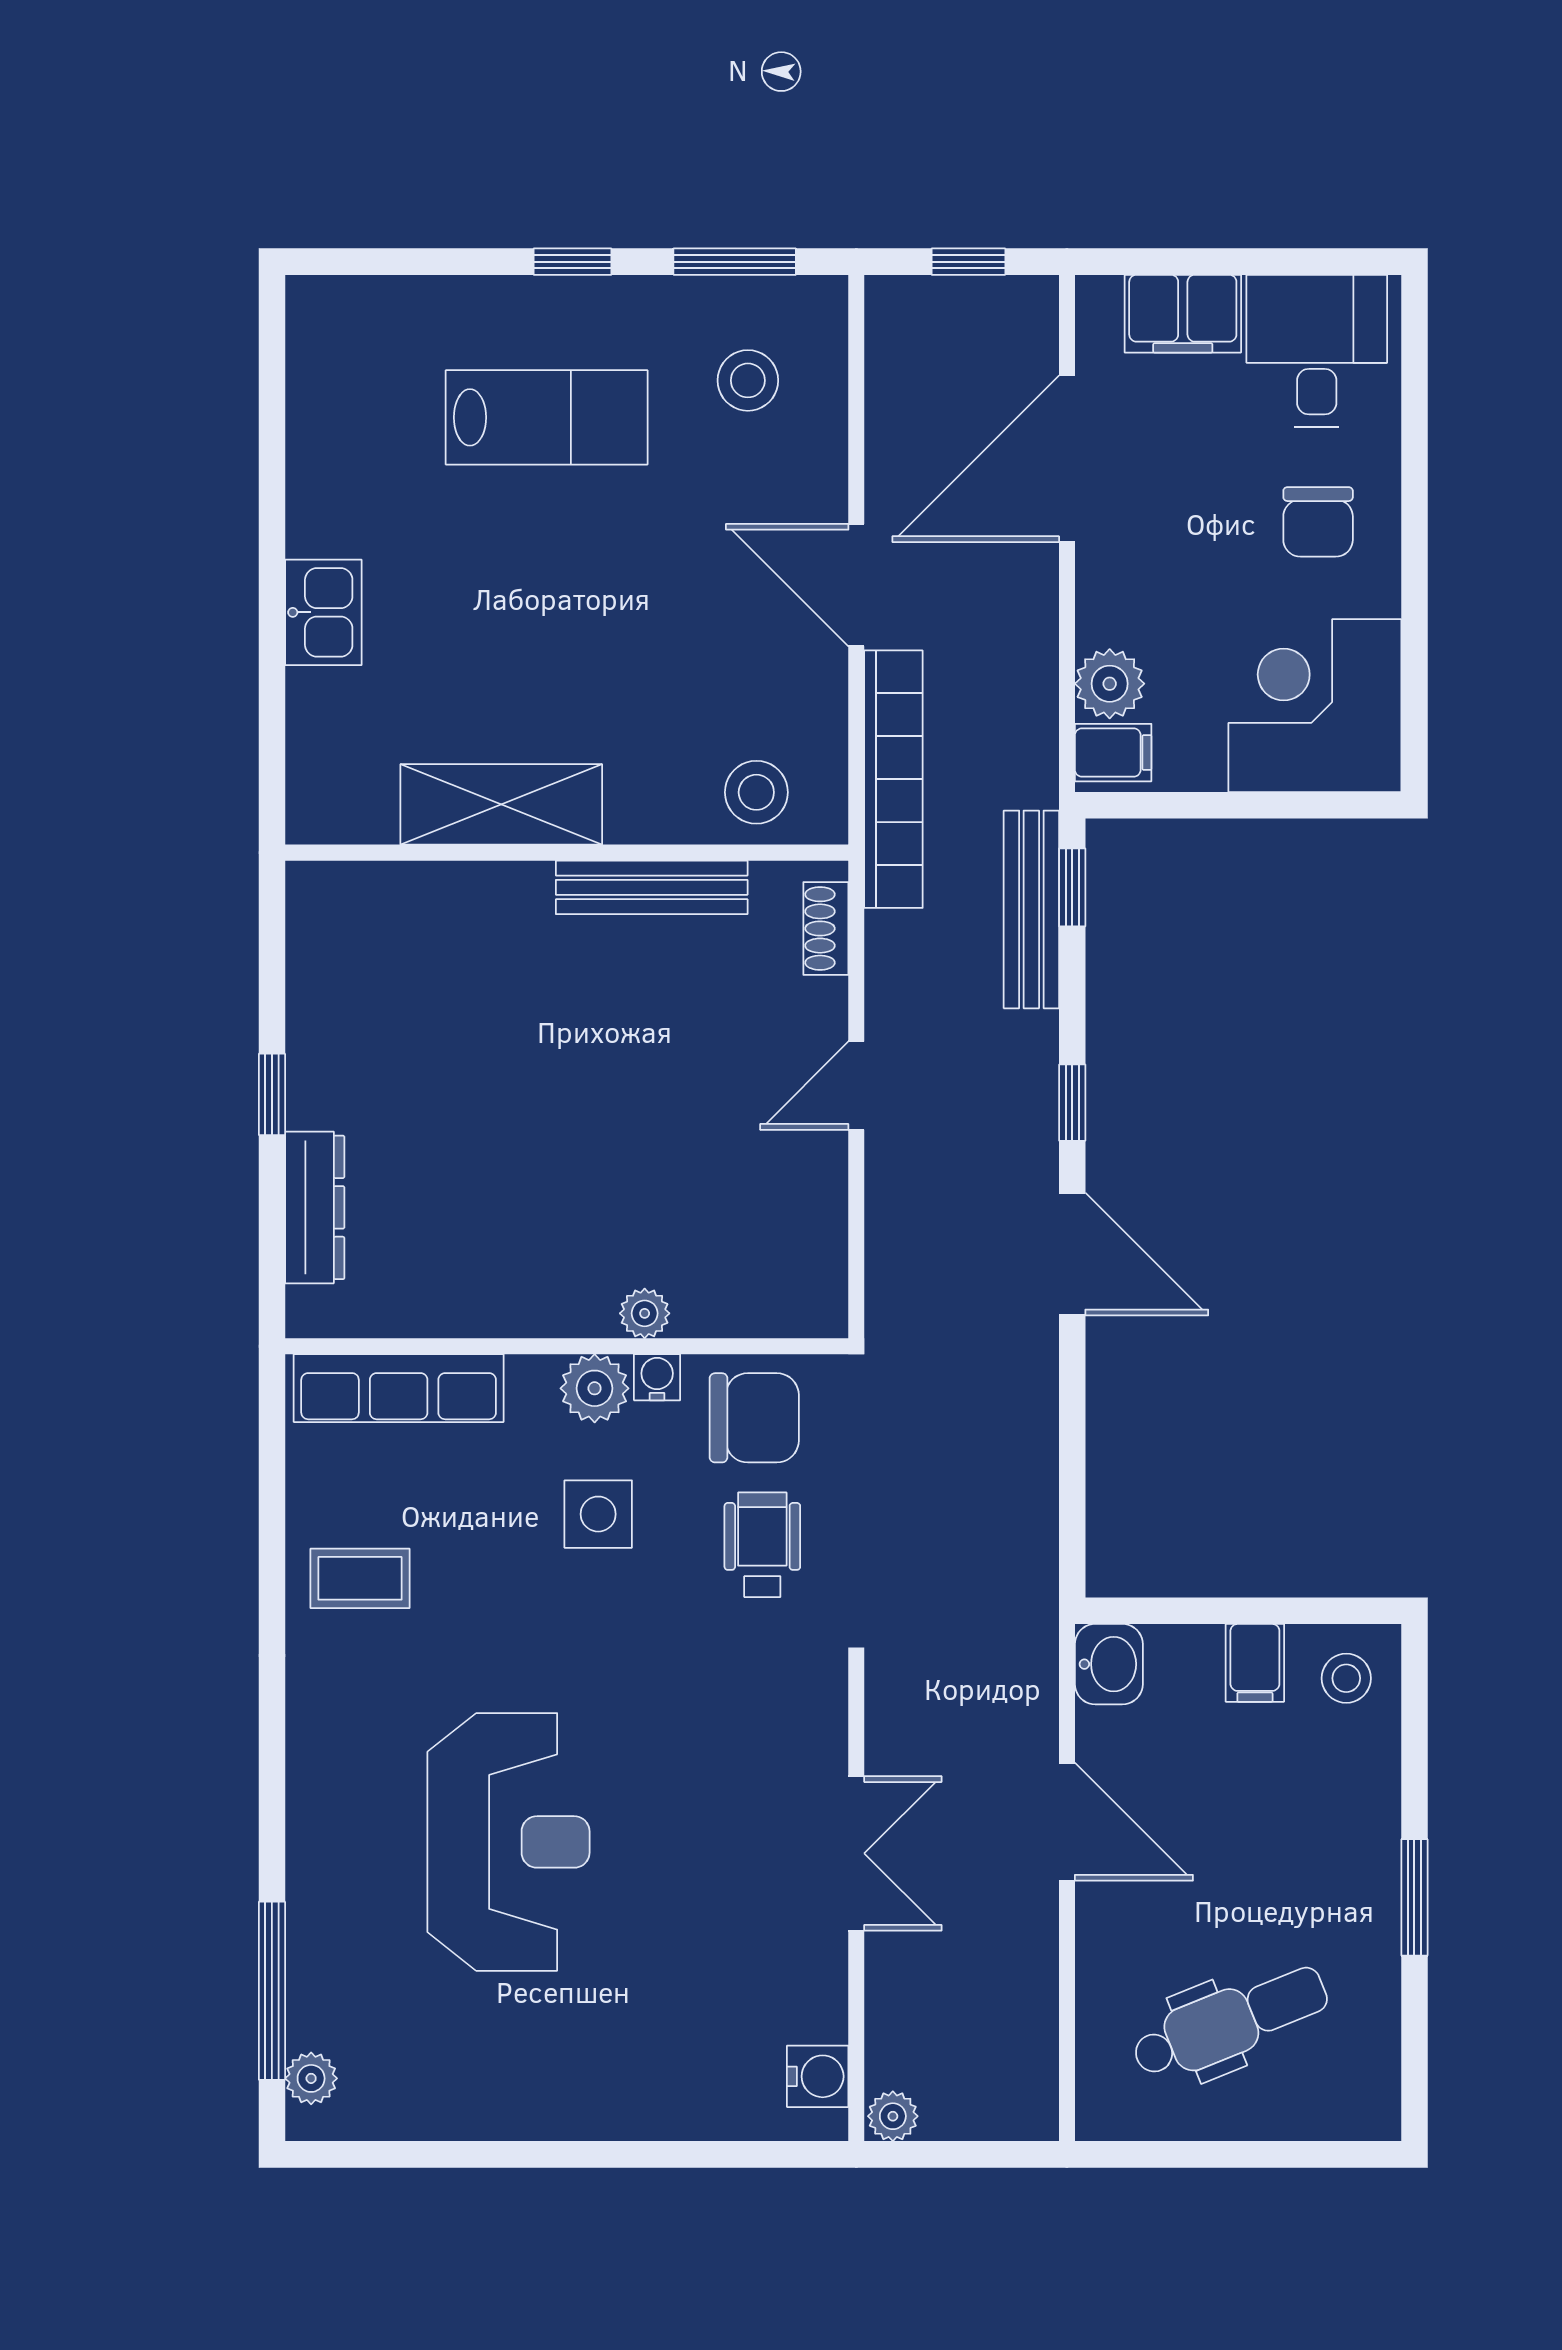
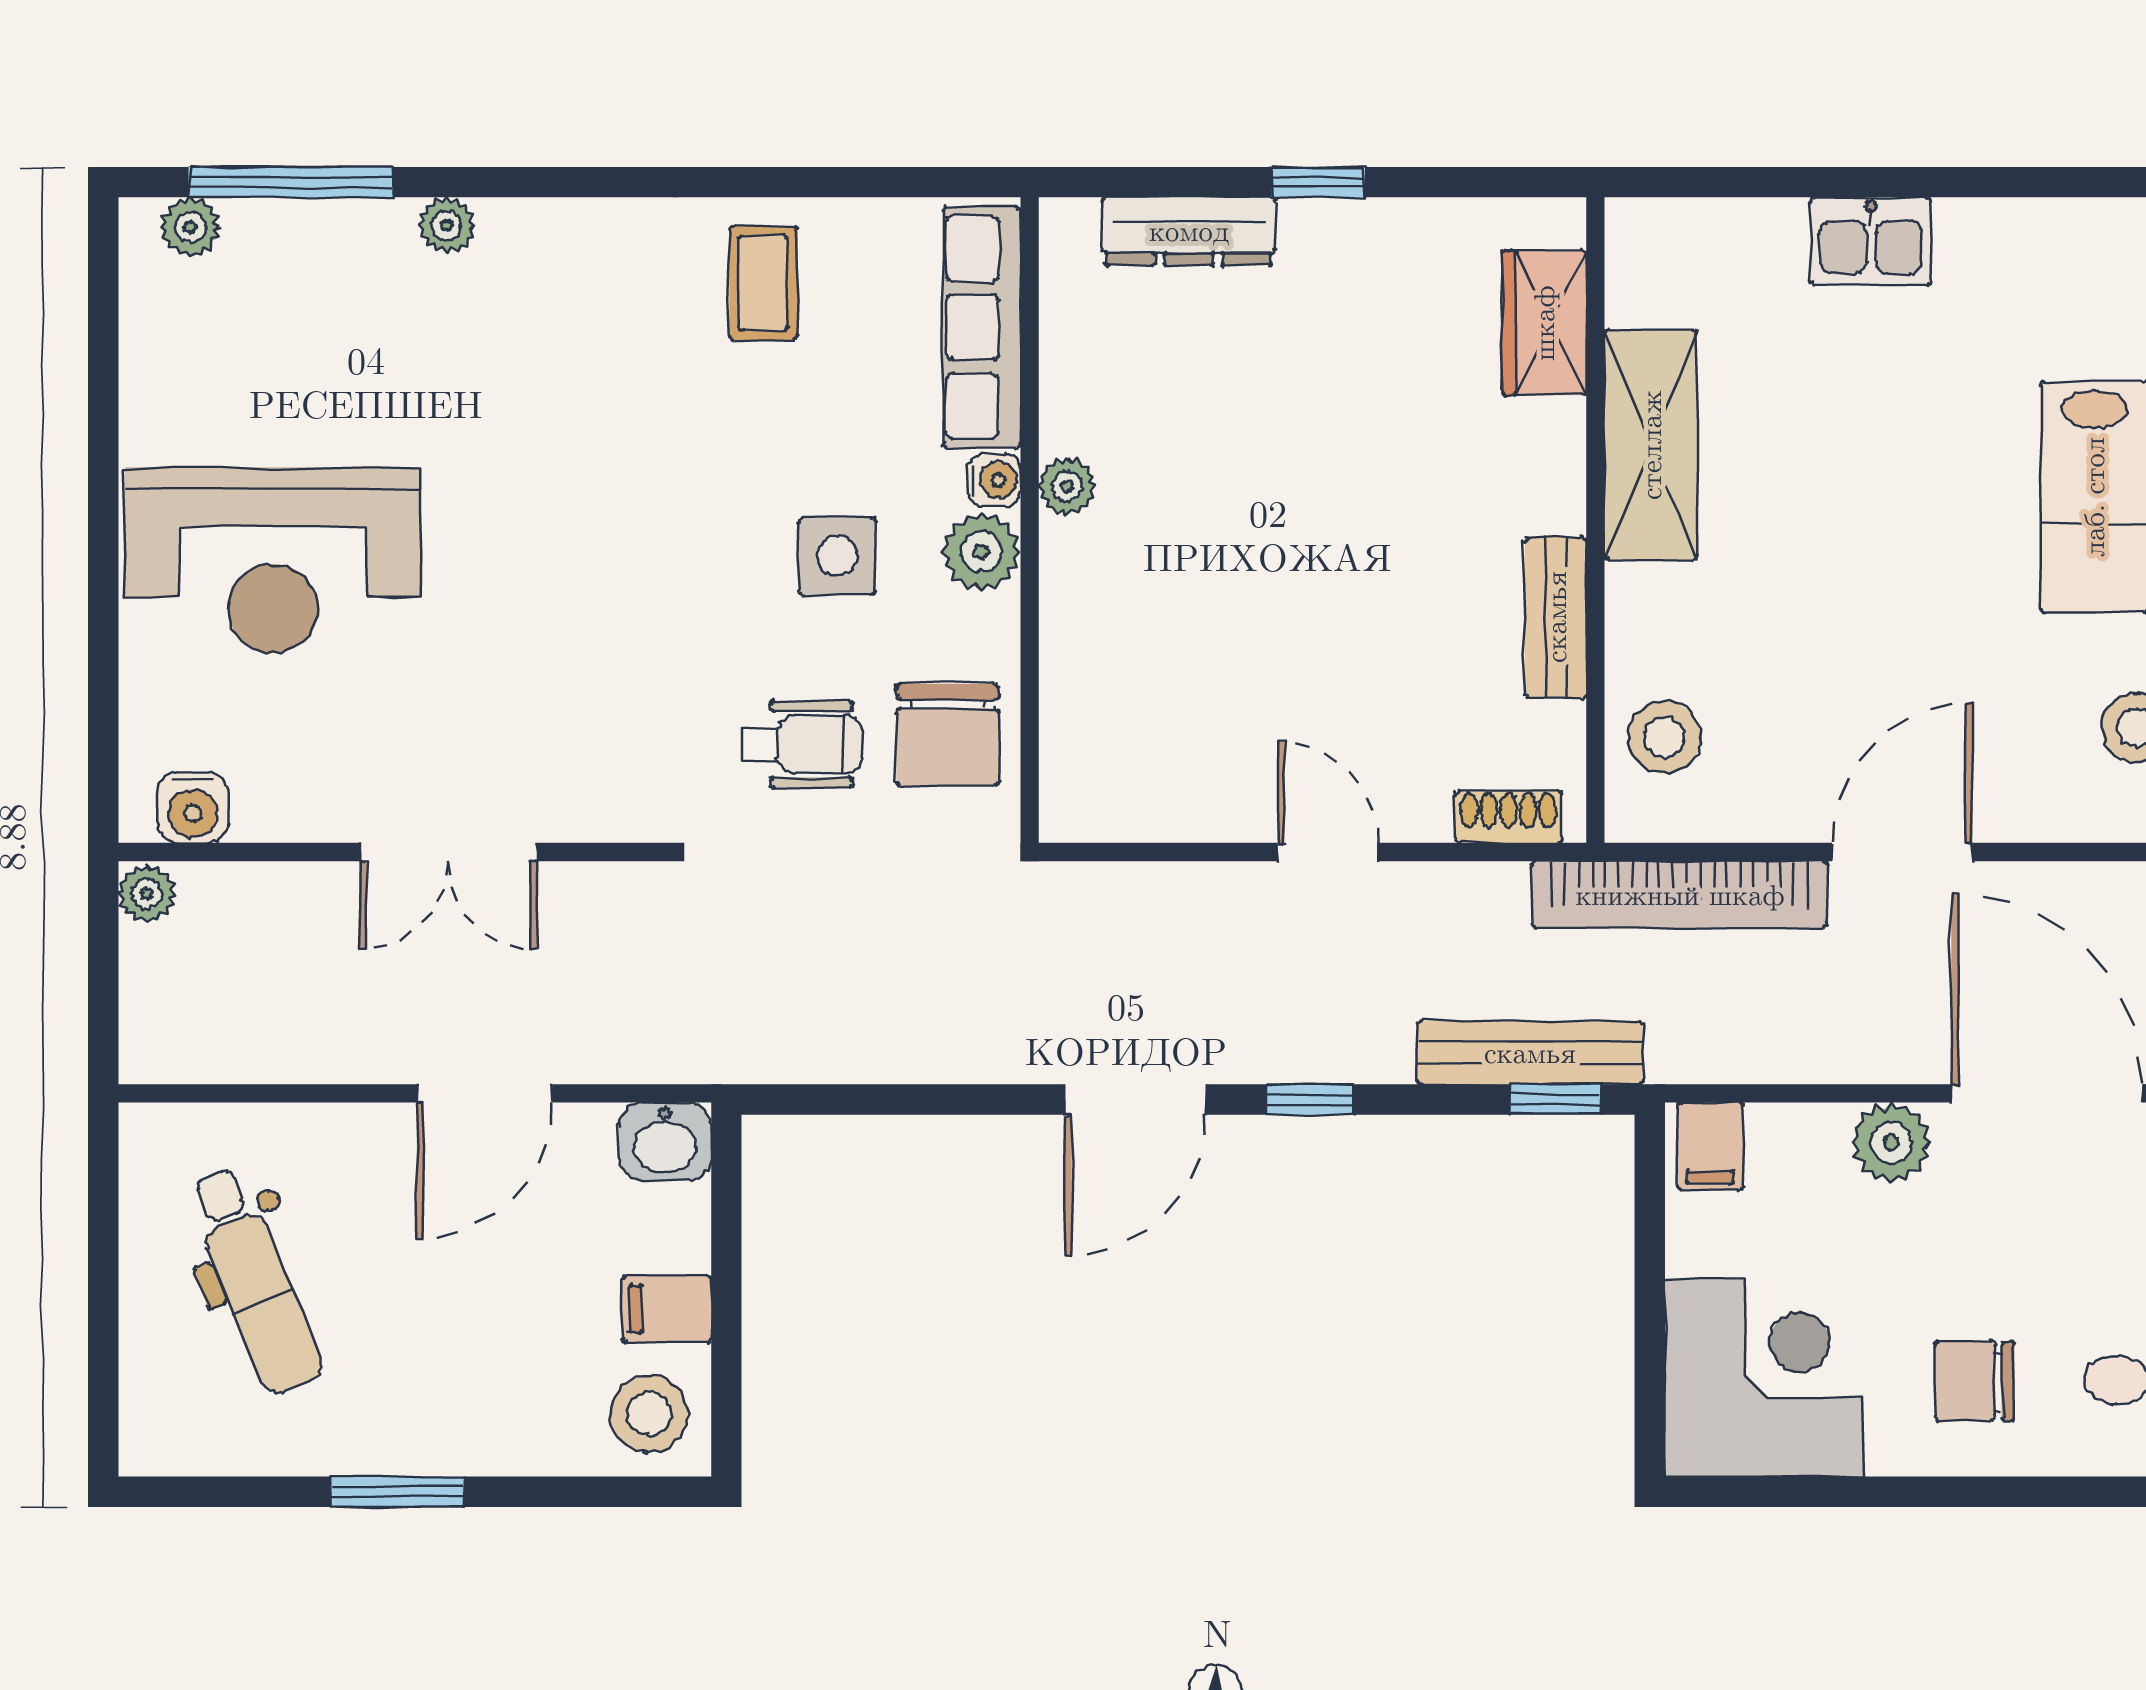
plant: (1110, 684) -> (1891, 1142), moved
bench: (652, 887) -> (1556, 617), width x0.73
wardrobe: (395, 897) -> (1544, 323), added
plant: (645, 1313) -> (1067, 486), moved
water cooler: (657, 1377) -> (994, 480), moved
stool: (1346, 1678) -> (649, 1414), width x1.37, depth x1.37
reception desk: (509, 1842) -> (273, 560), moved
plant: (310, 1855) -> (447, 225), added

